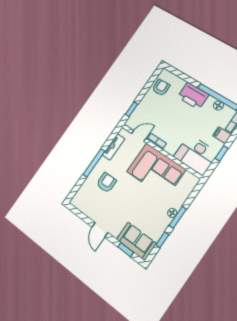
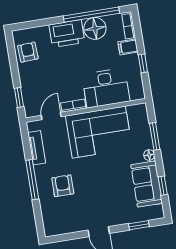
floor lamp: (218, 105) -> (95, 28), width x1.89, depth x1.89
desk: (196, 155) -> (106, 88), moved
window: (178, 217) -> (155, 136), moved
sofa: (136, 241) -> (147, 184), moved, turned -90

